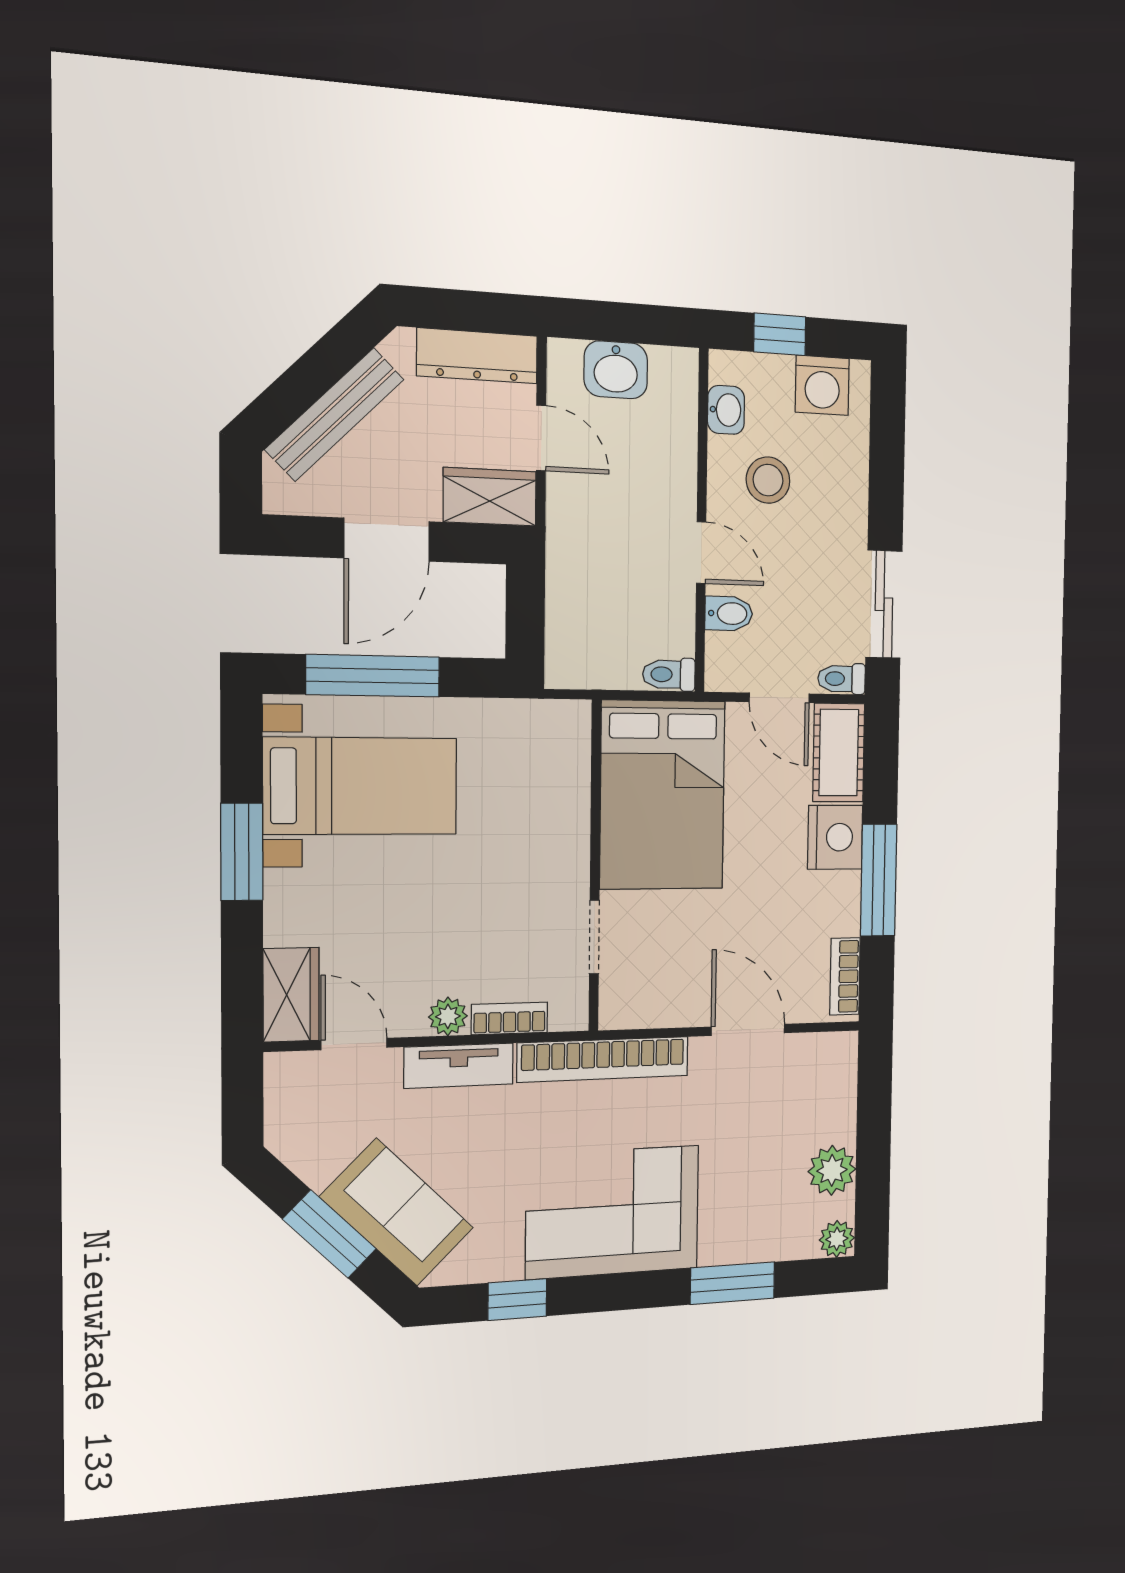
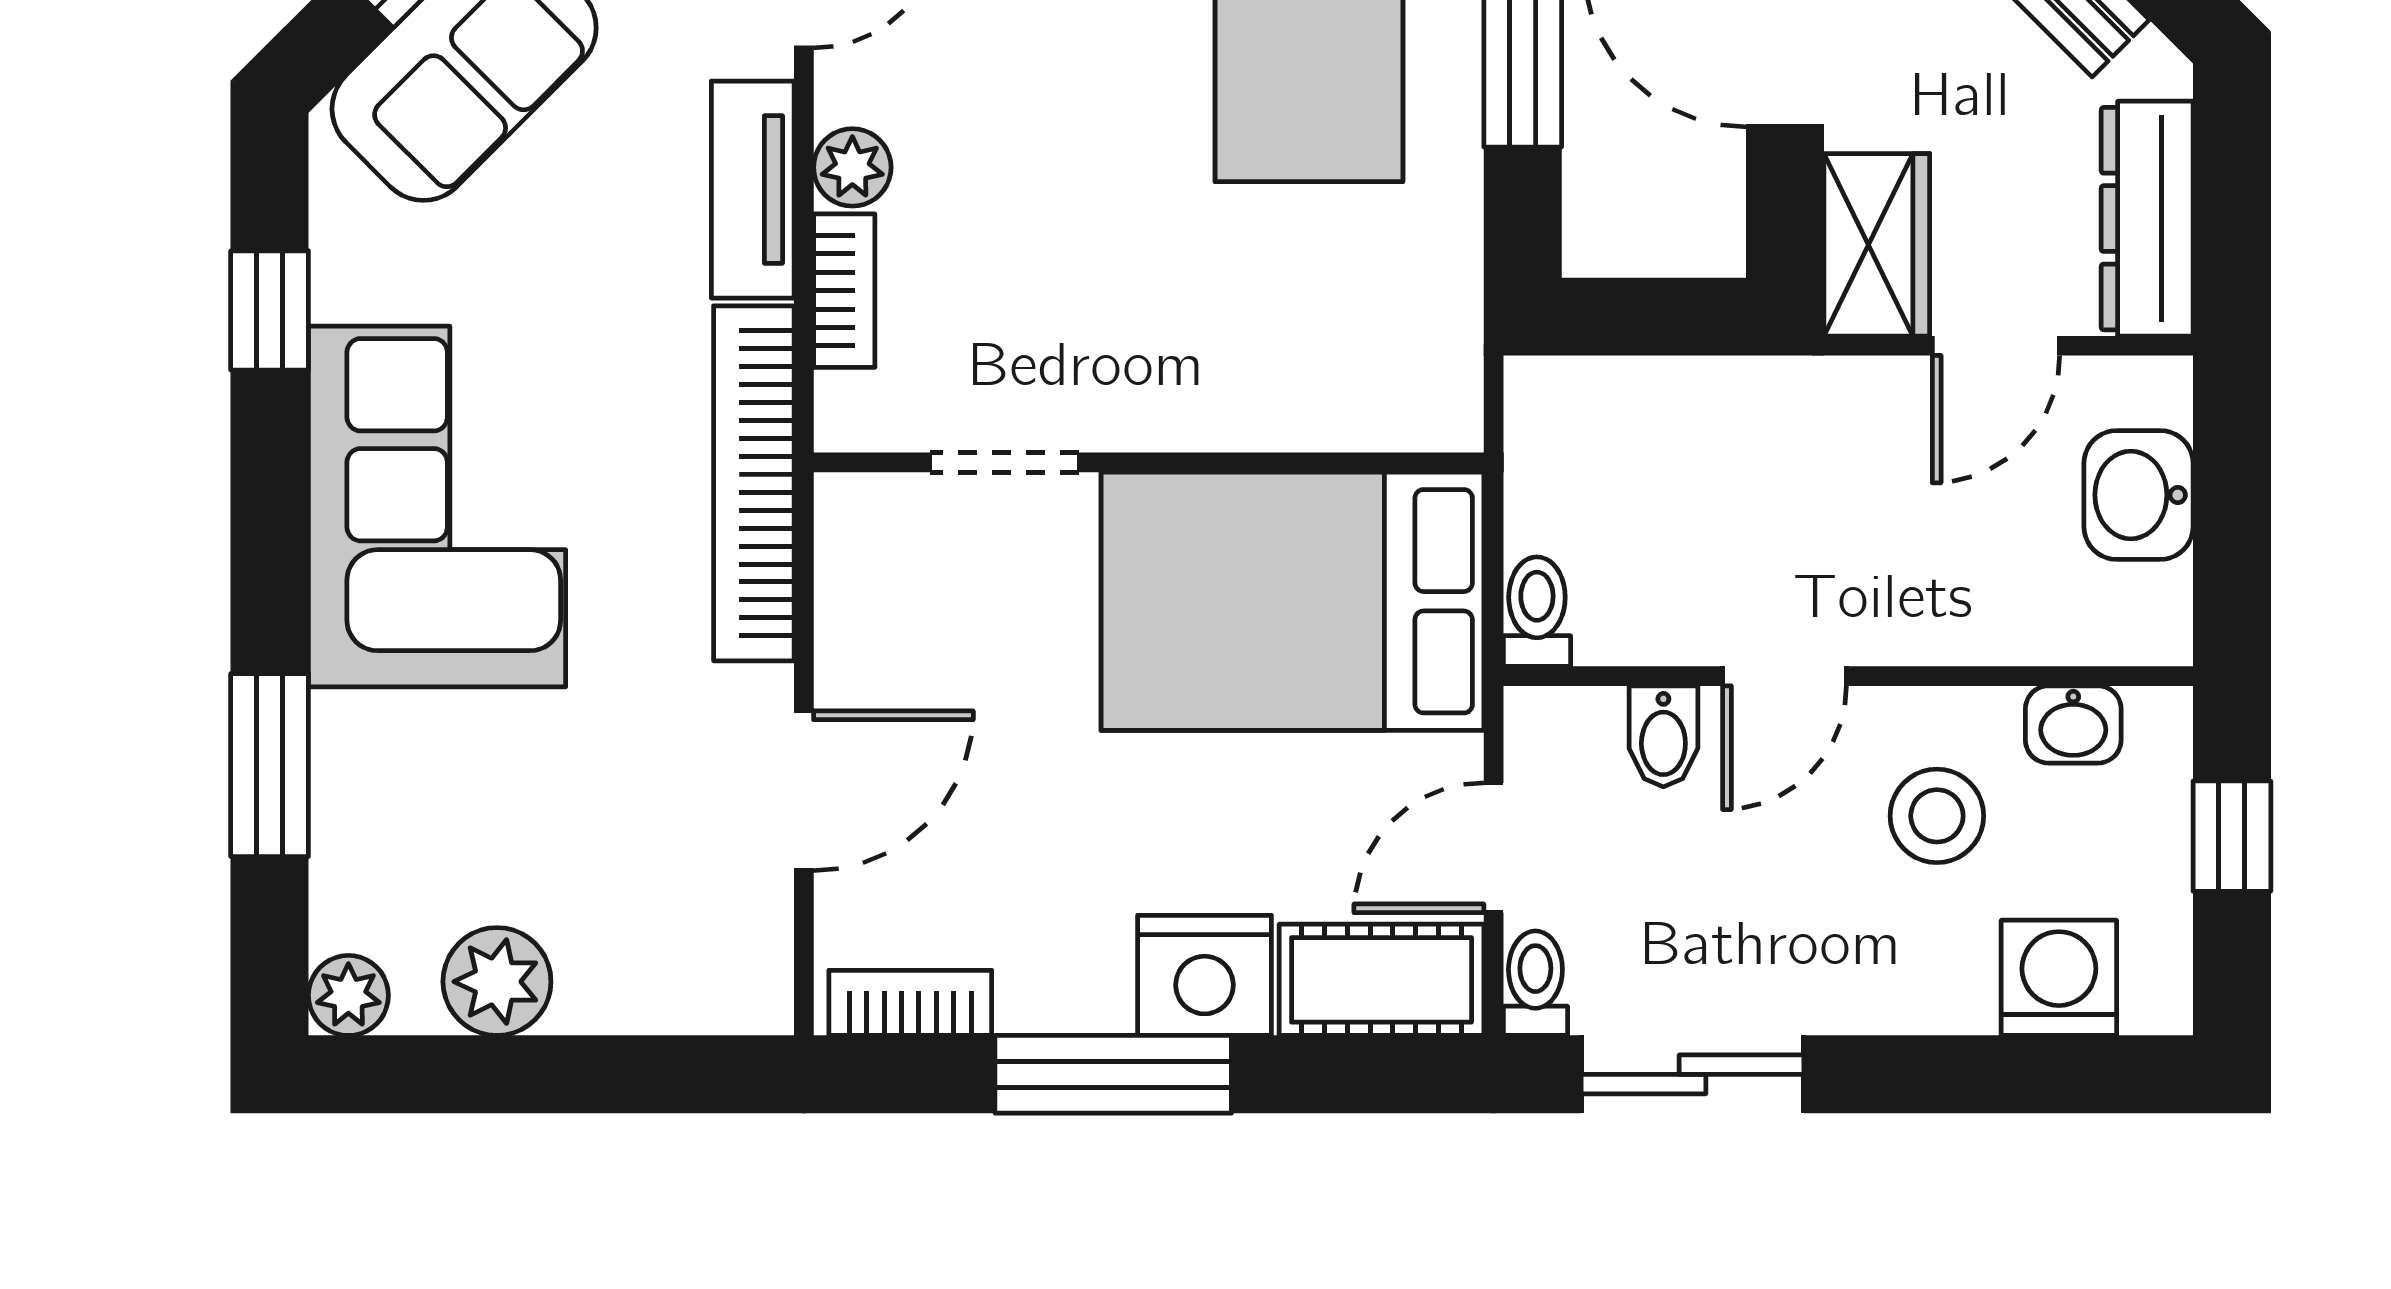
washing machine: (822, 385) -> (2059, 978), moved, turned 90

